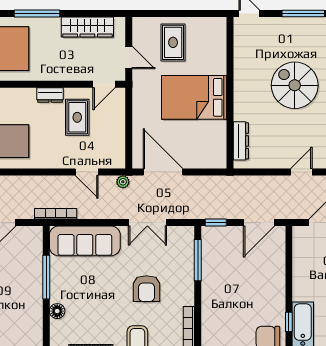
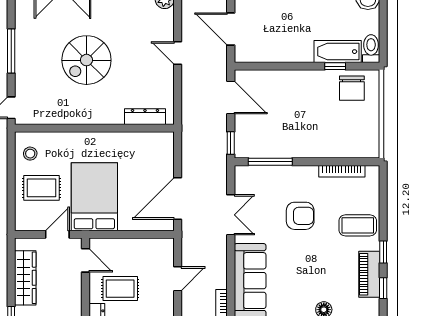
stool: (206, 32) -> (30, 154), added
bed: (194, 97) -> (94, 197), moved, turned 180
plant: (123, 182) -> (188, 241), removed

